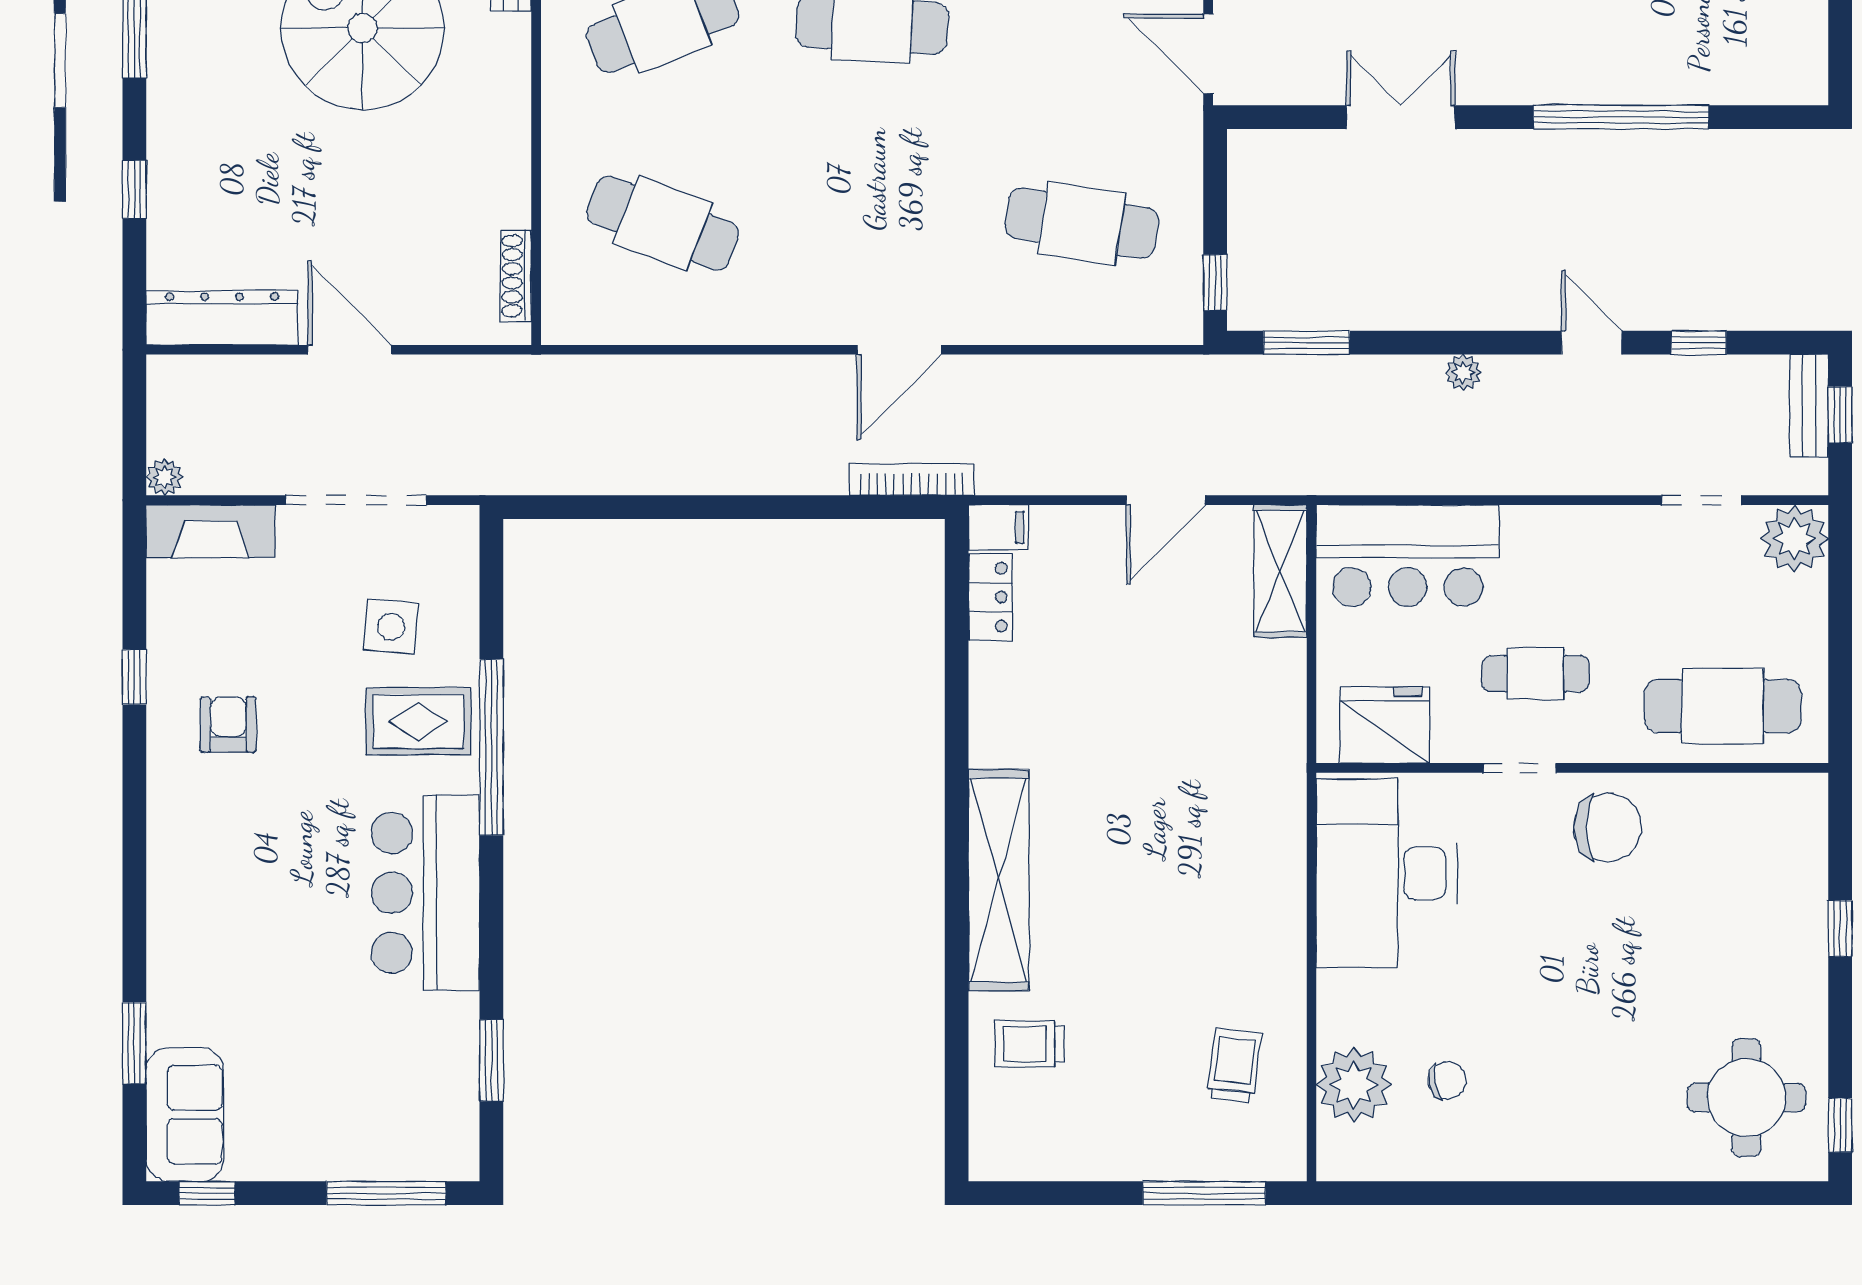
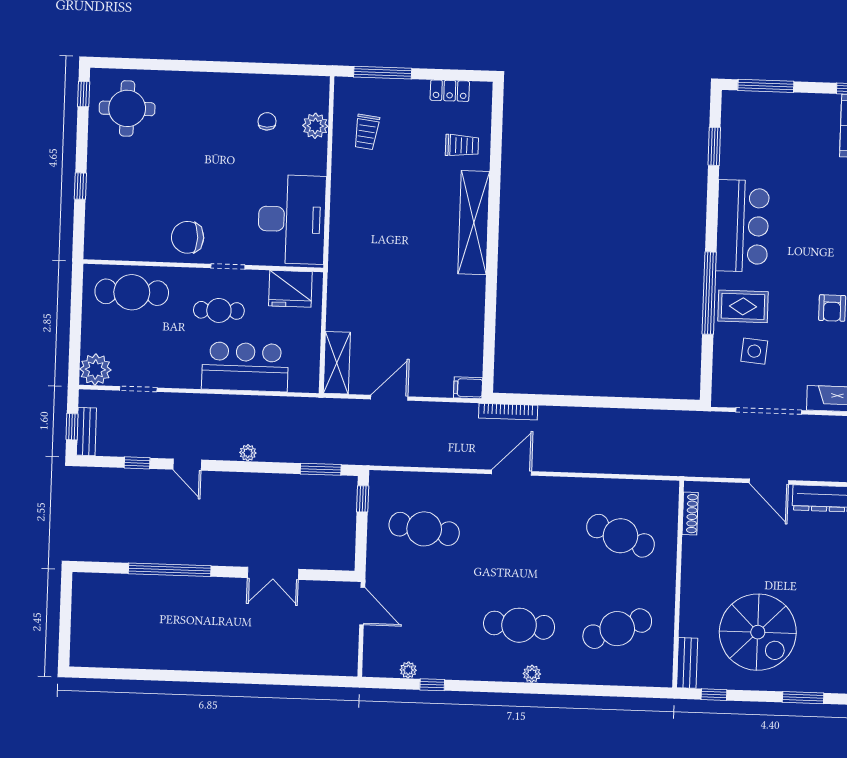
bar counter: (1408, 556) -> (245, 367), moved
locker: (990, 597) -> (450, 91), moved, turned -90
chair: (1447, 1080) -> (267, 121), turned 101
plant: (1354, 1085) -> (315, 126), width x0.73, depth x0.73

